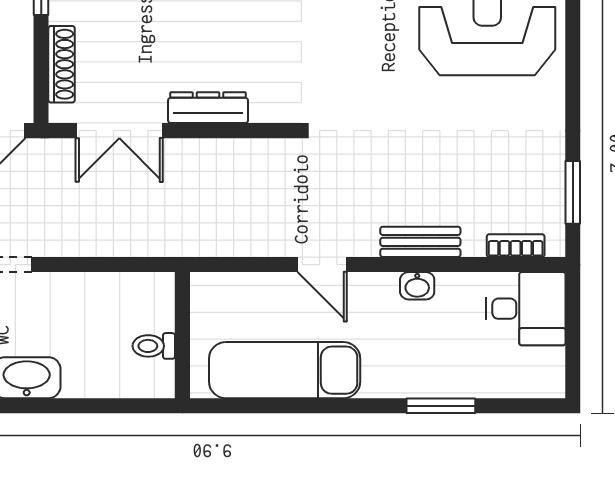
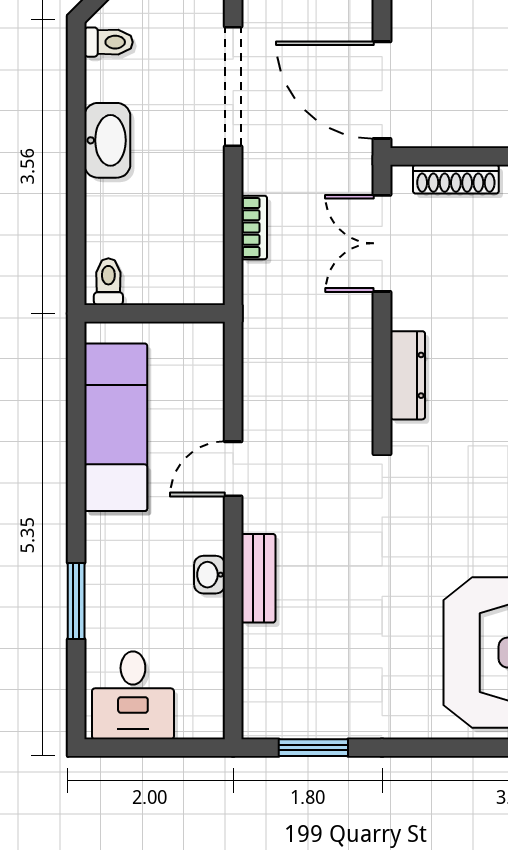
dresser: (208, 108) -> (408, 375), moved
bookcase: (516, 246) -> (254, 227), moved
desk: (526, 309) -> (133, 695), moved
toilet: (154, 346) -> (108, 282), moved

